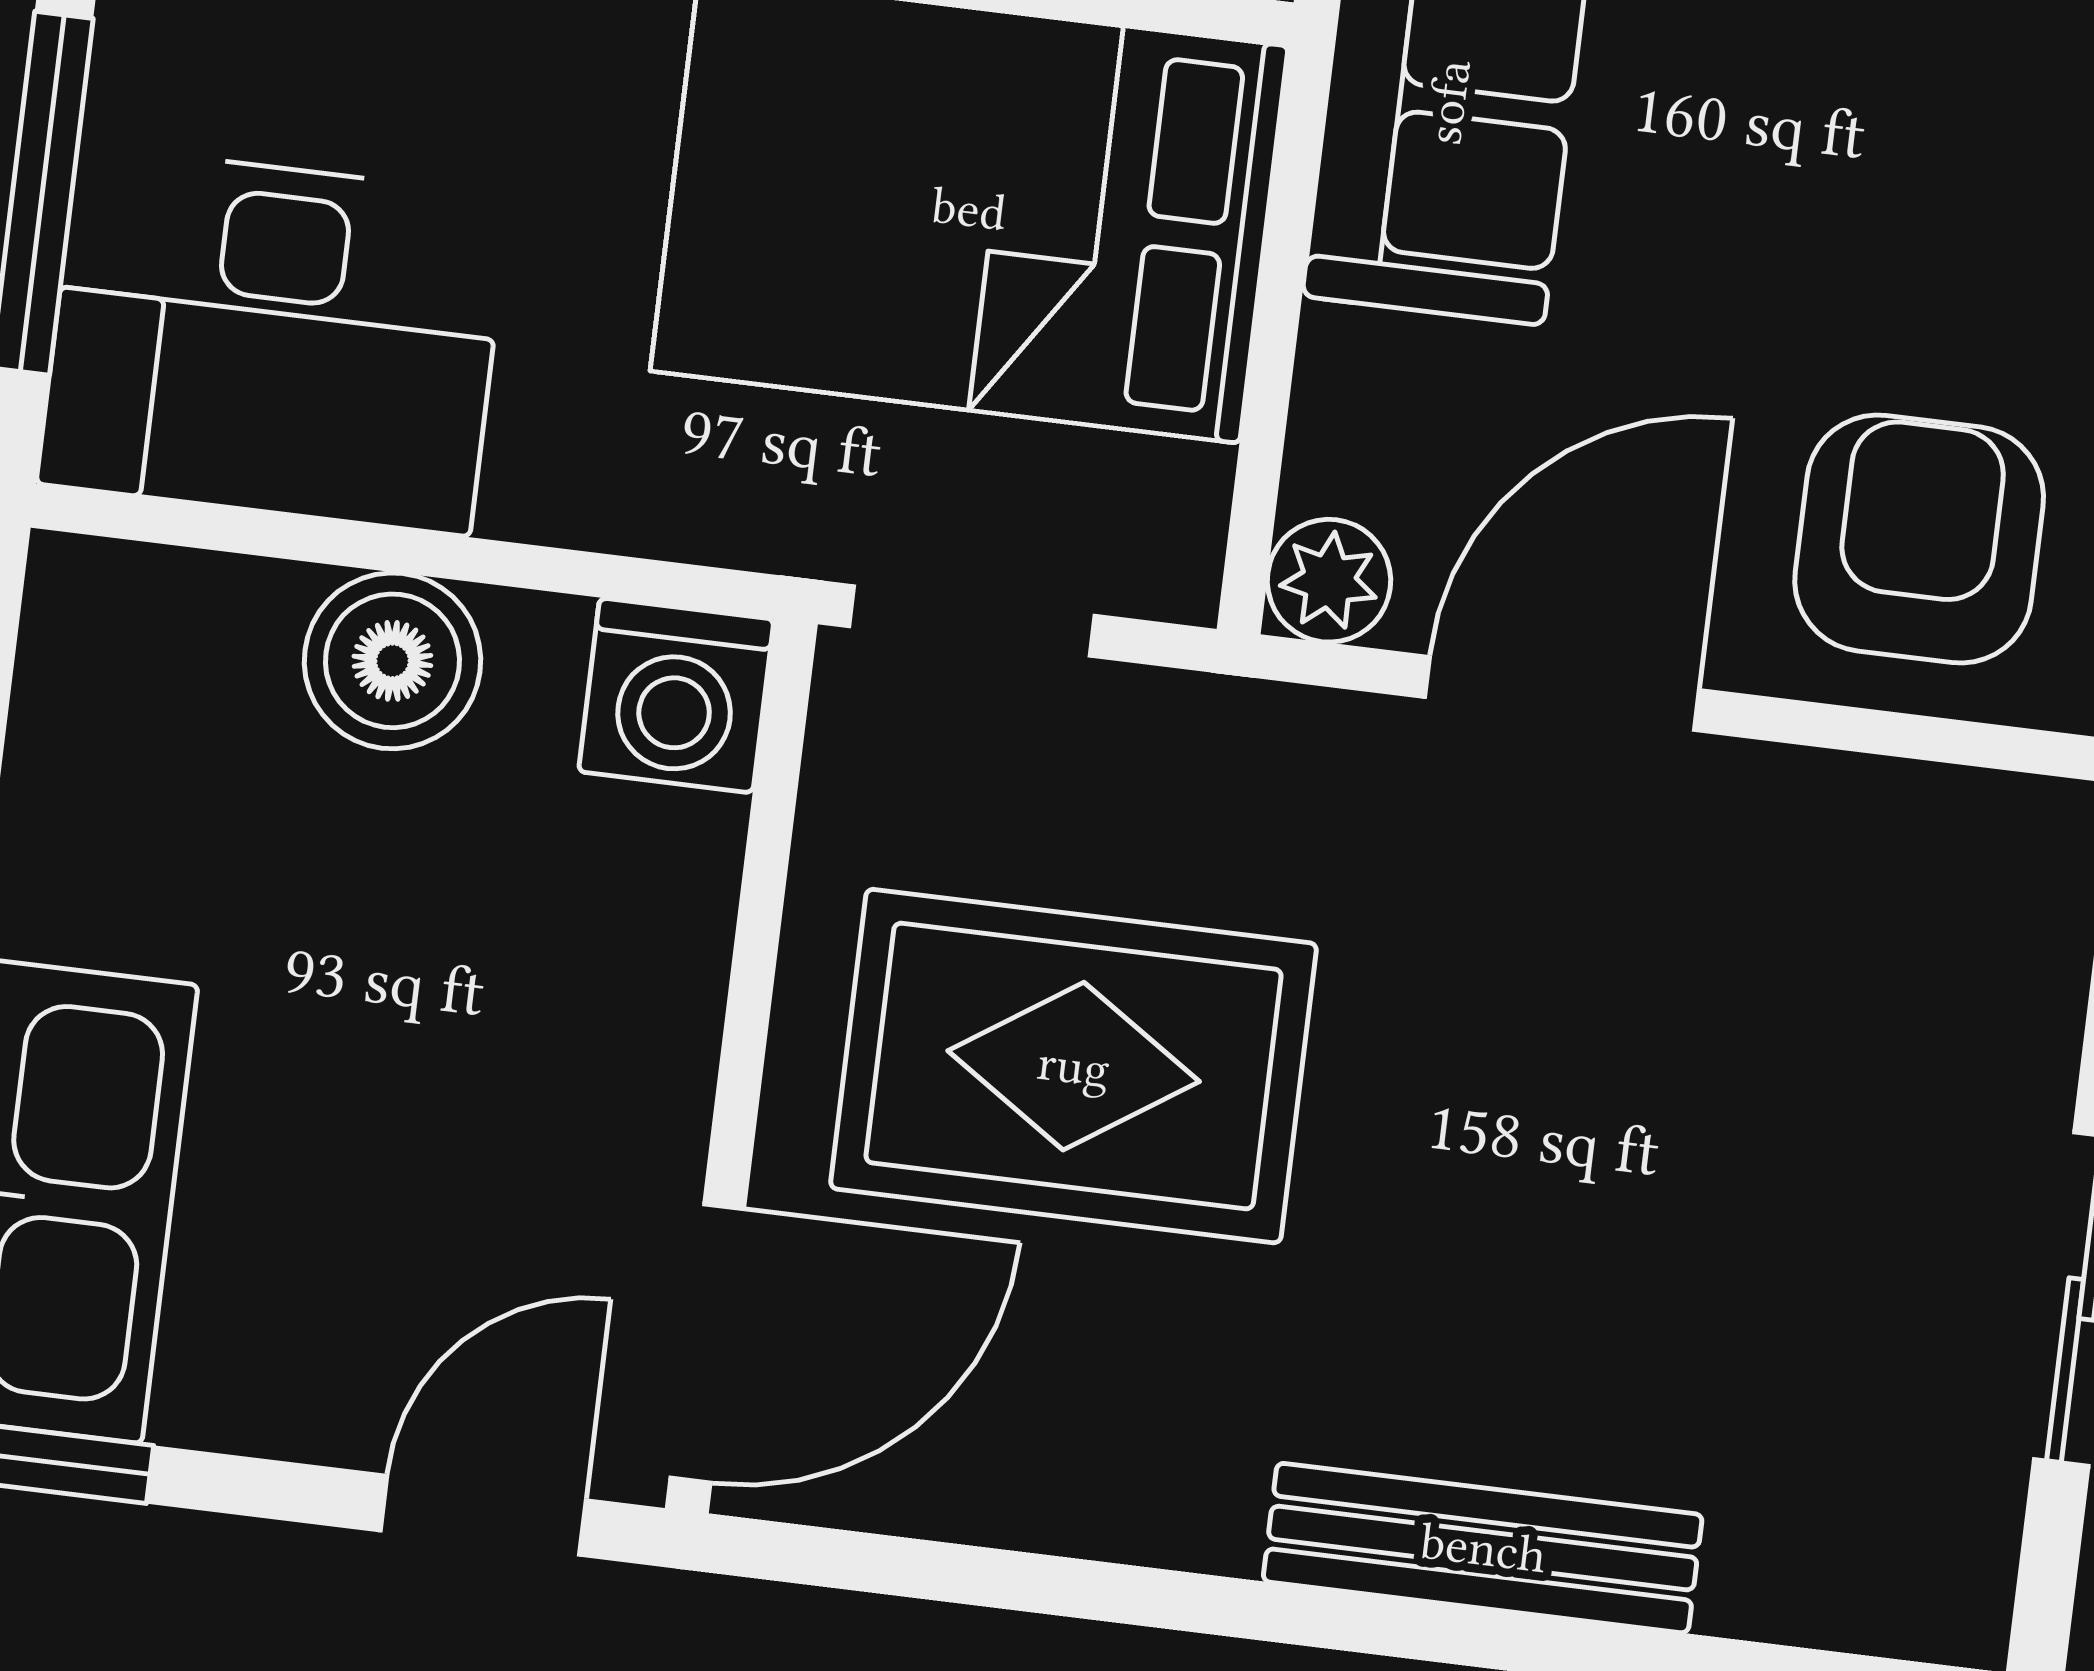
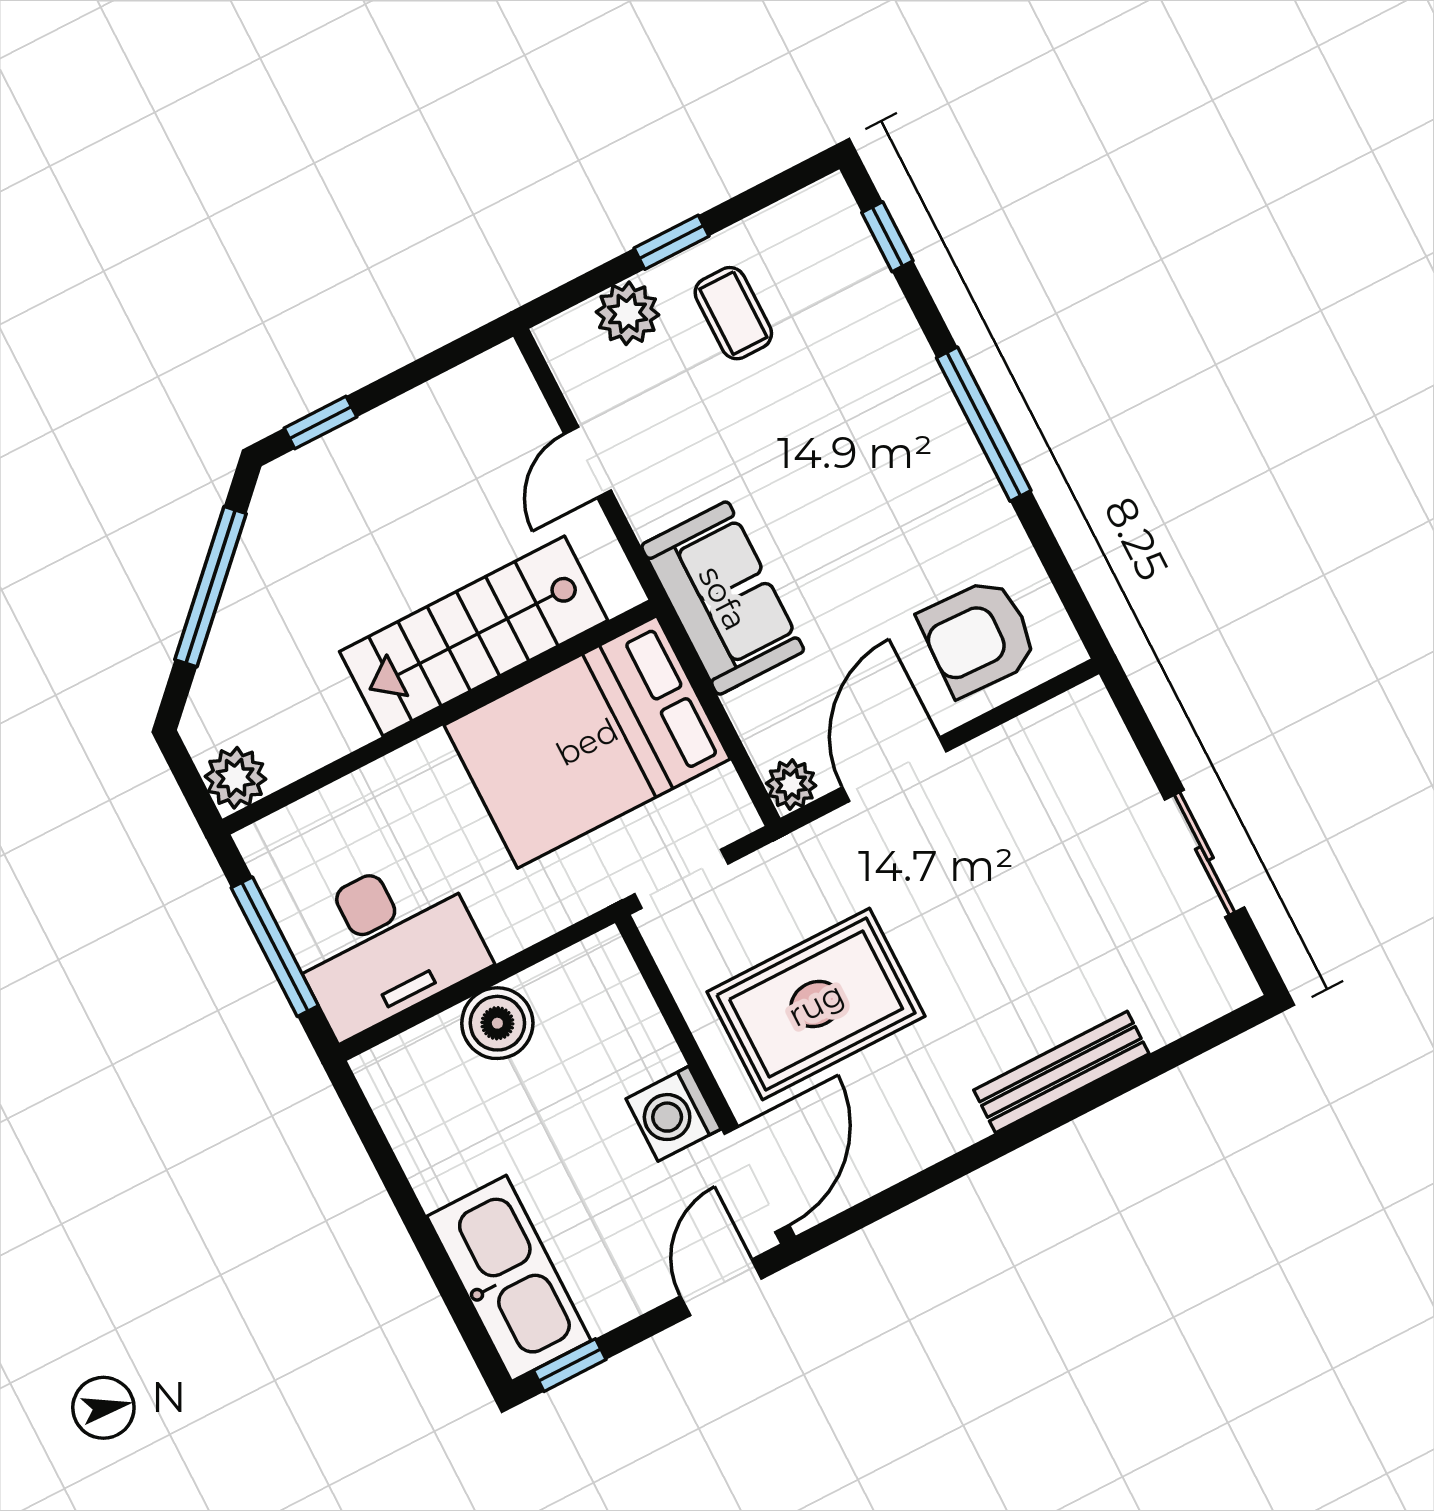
armchair: (1919, 539) -> (978, 637), turned -88
washing machine: (676, 695) -> (673, 1114), moved, turned 90

